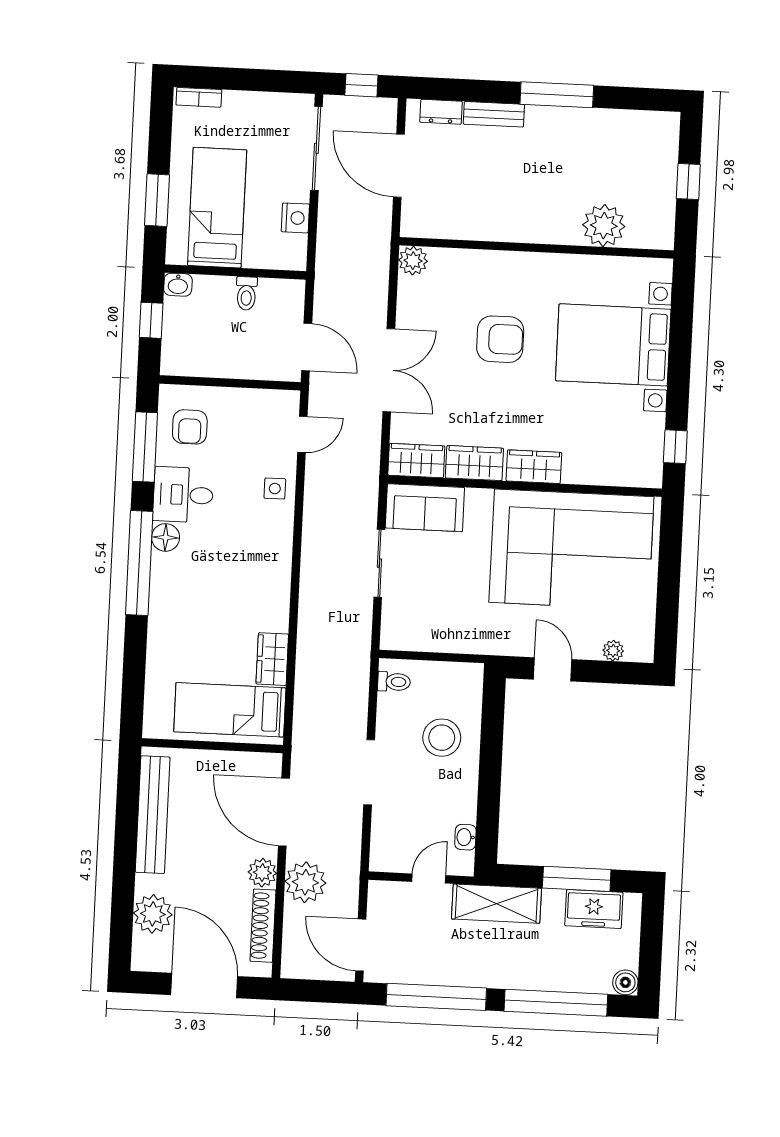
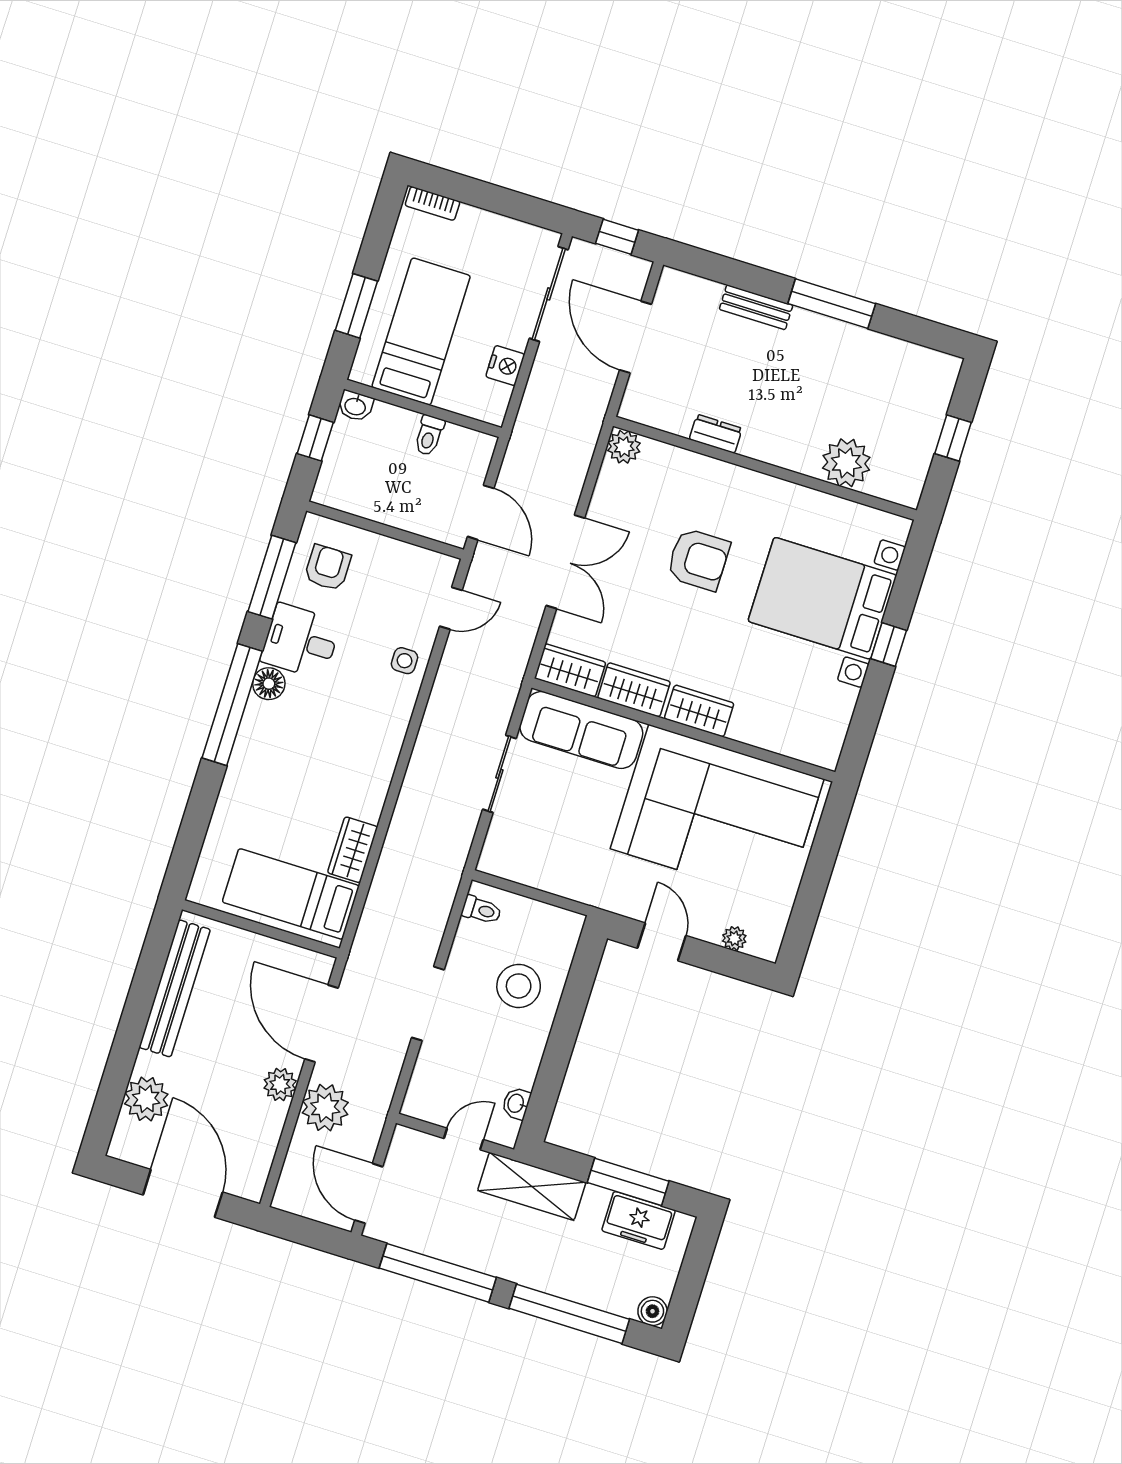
dresser: (441, 112) -> (716, 434), moved, turned 180
armchair: (190, 427) -> (328, 568), turned 180
window: (675, 447) -> (889, 645), moved
sofa: (425, 508) -> (581, 730), width x1.36
shoe rack: (263, 926) -> (266, 1144), removed

